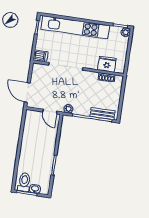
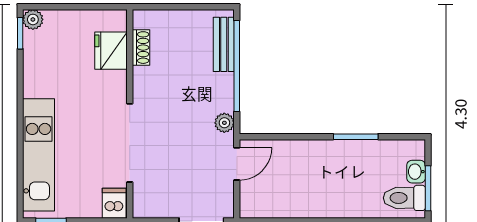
kitchen unit: (75, 27) -> (39, 155), width x0.73

